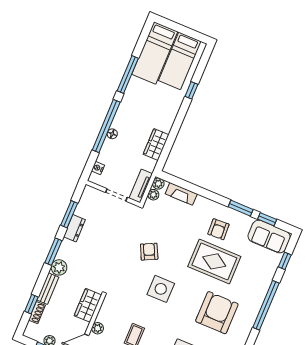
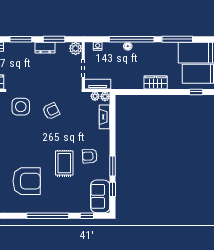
window: (191, 90) -> (196, 92), moved
wardrobe: (156, 144) -> (156, 82), moved
rug: (214, 261) -> (64, 163), width x0.73, depth x0.70
plant: (59, 267) -> (76, 48), moved
side table: (161, 289) -> (21, 107), moved

